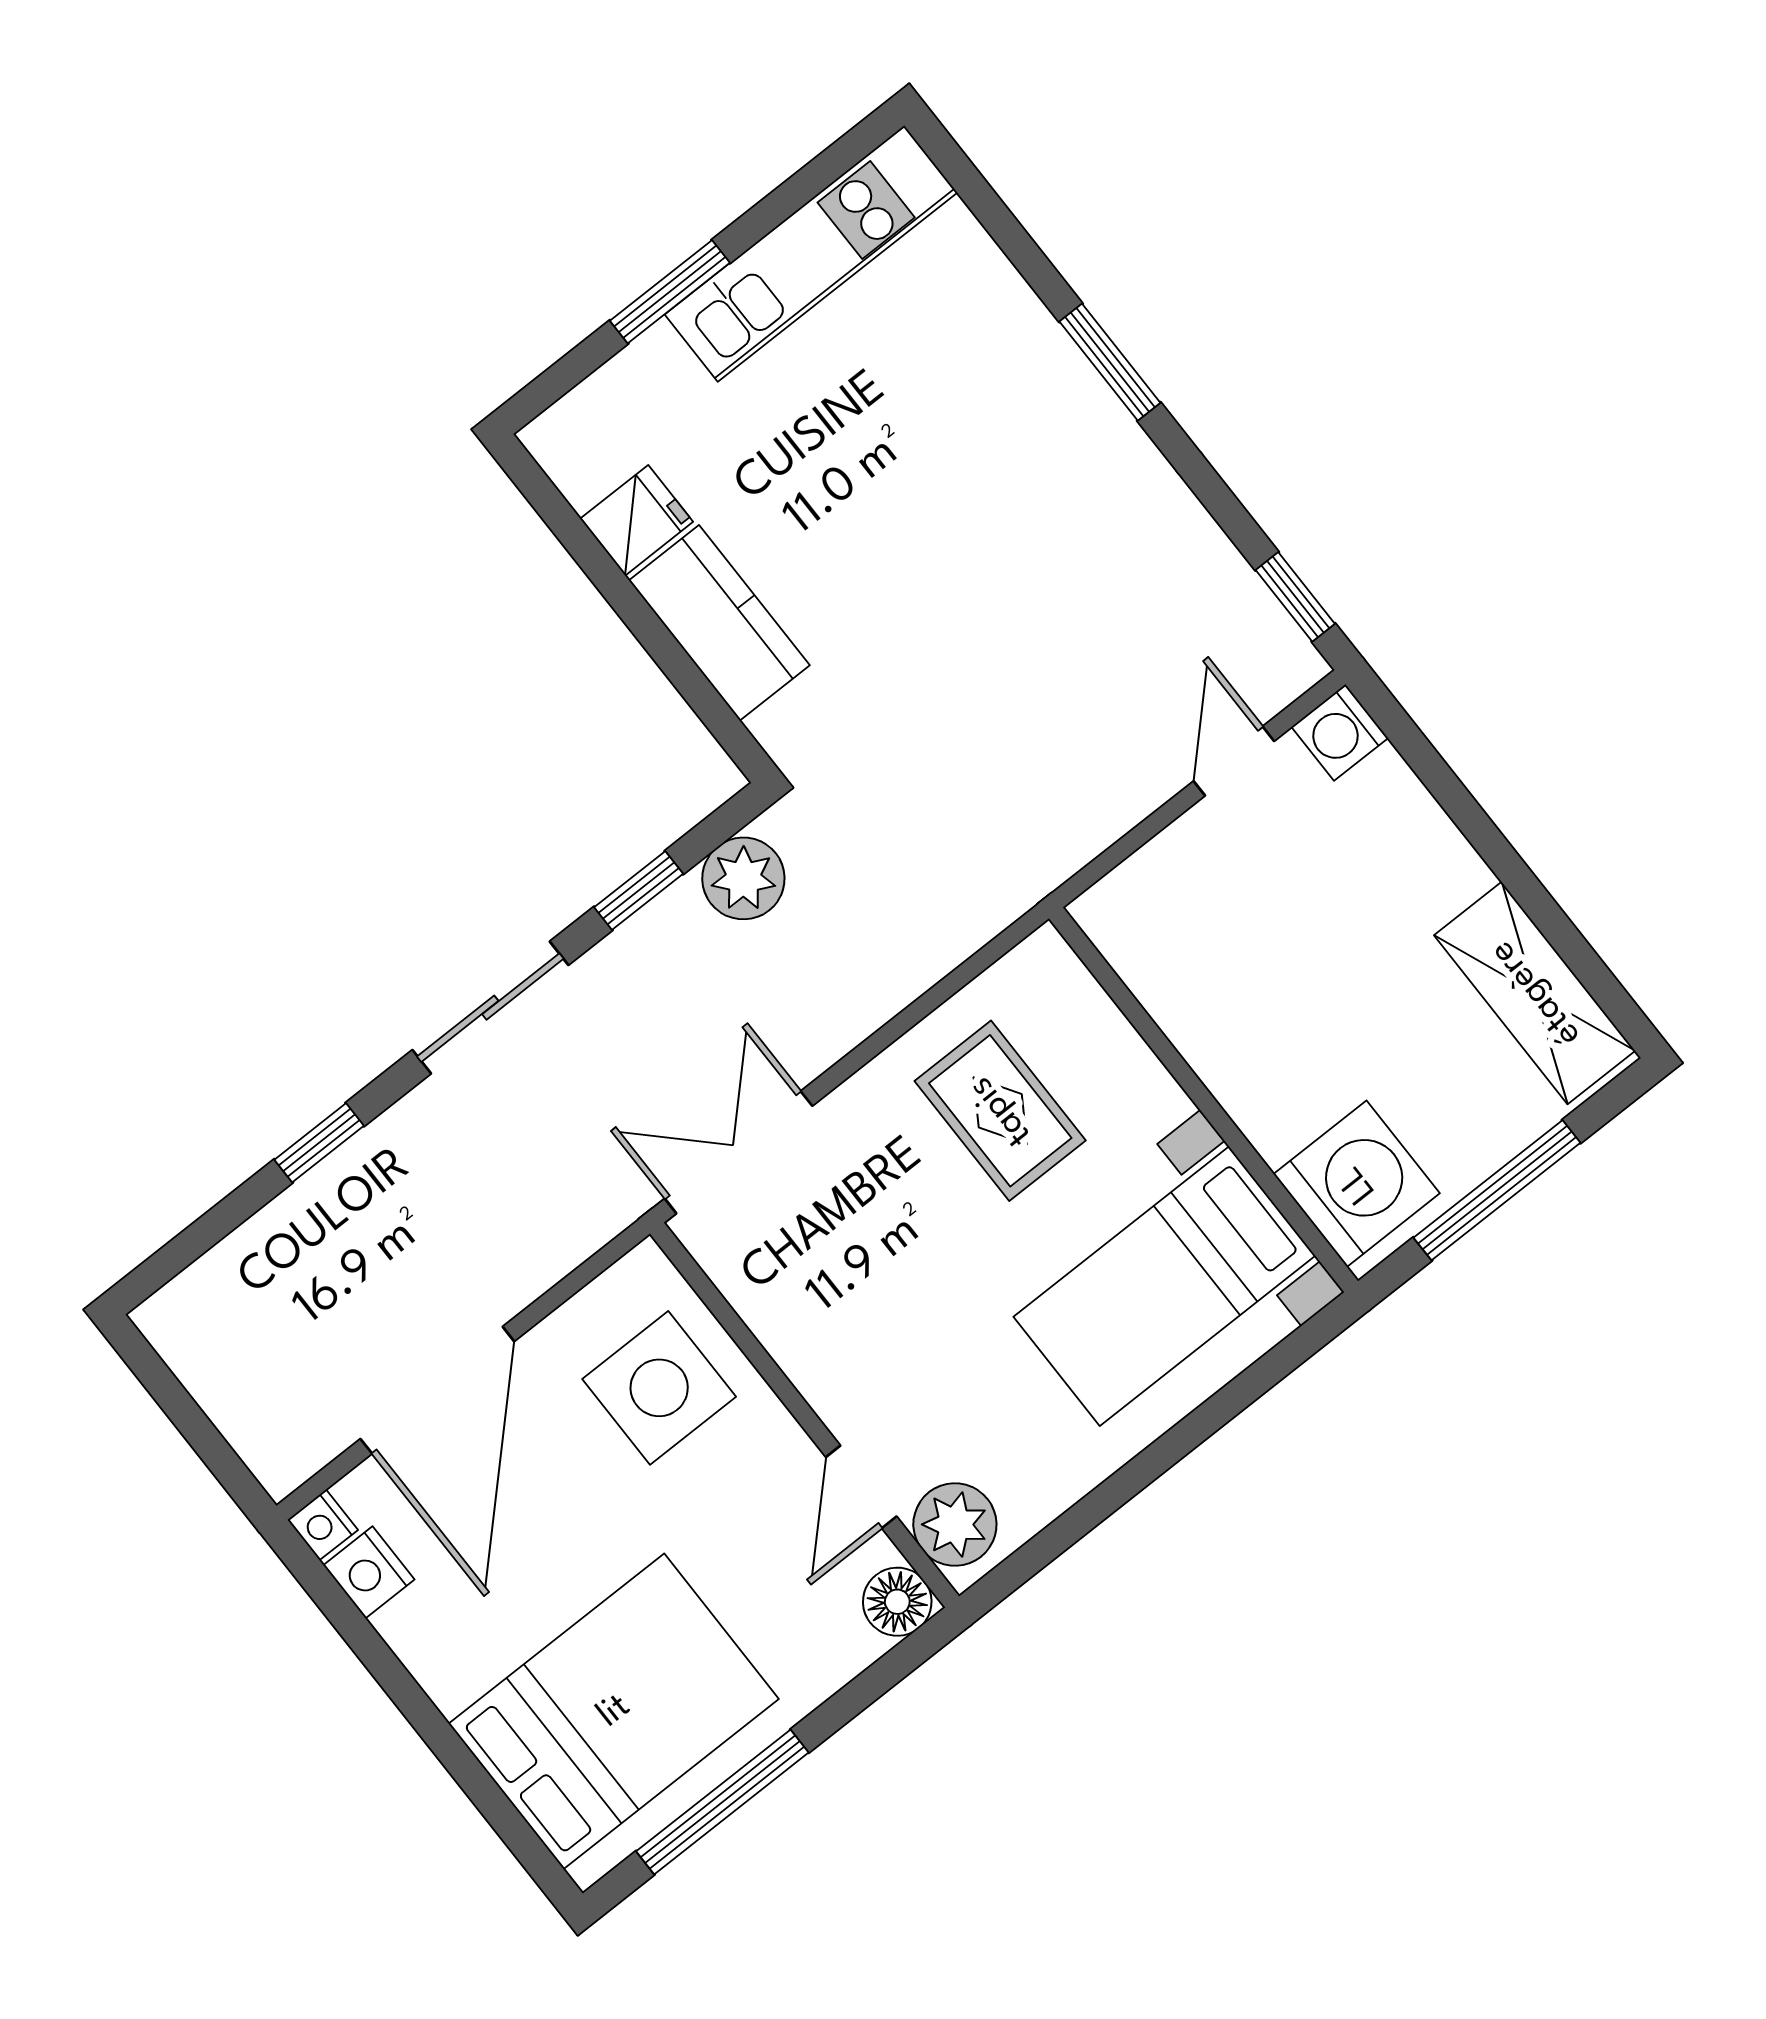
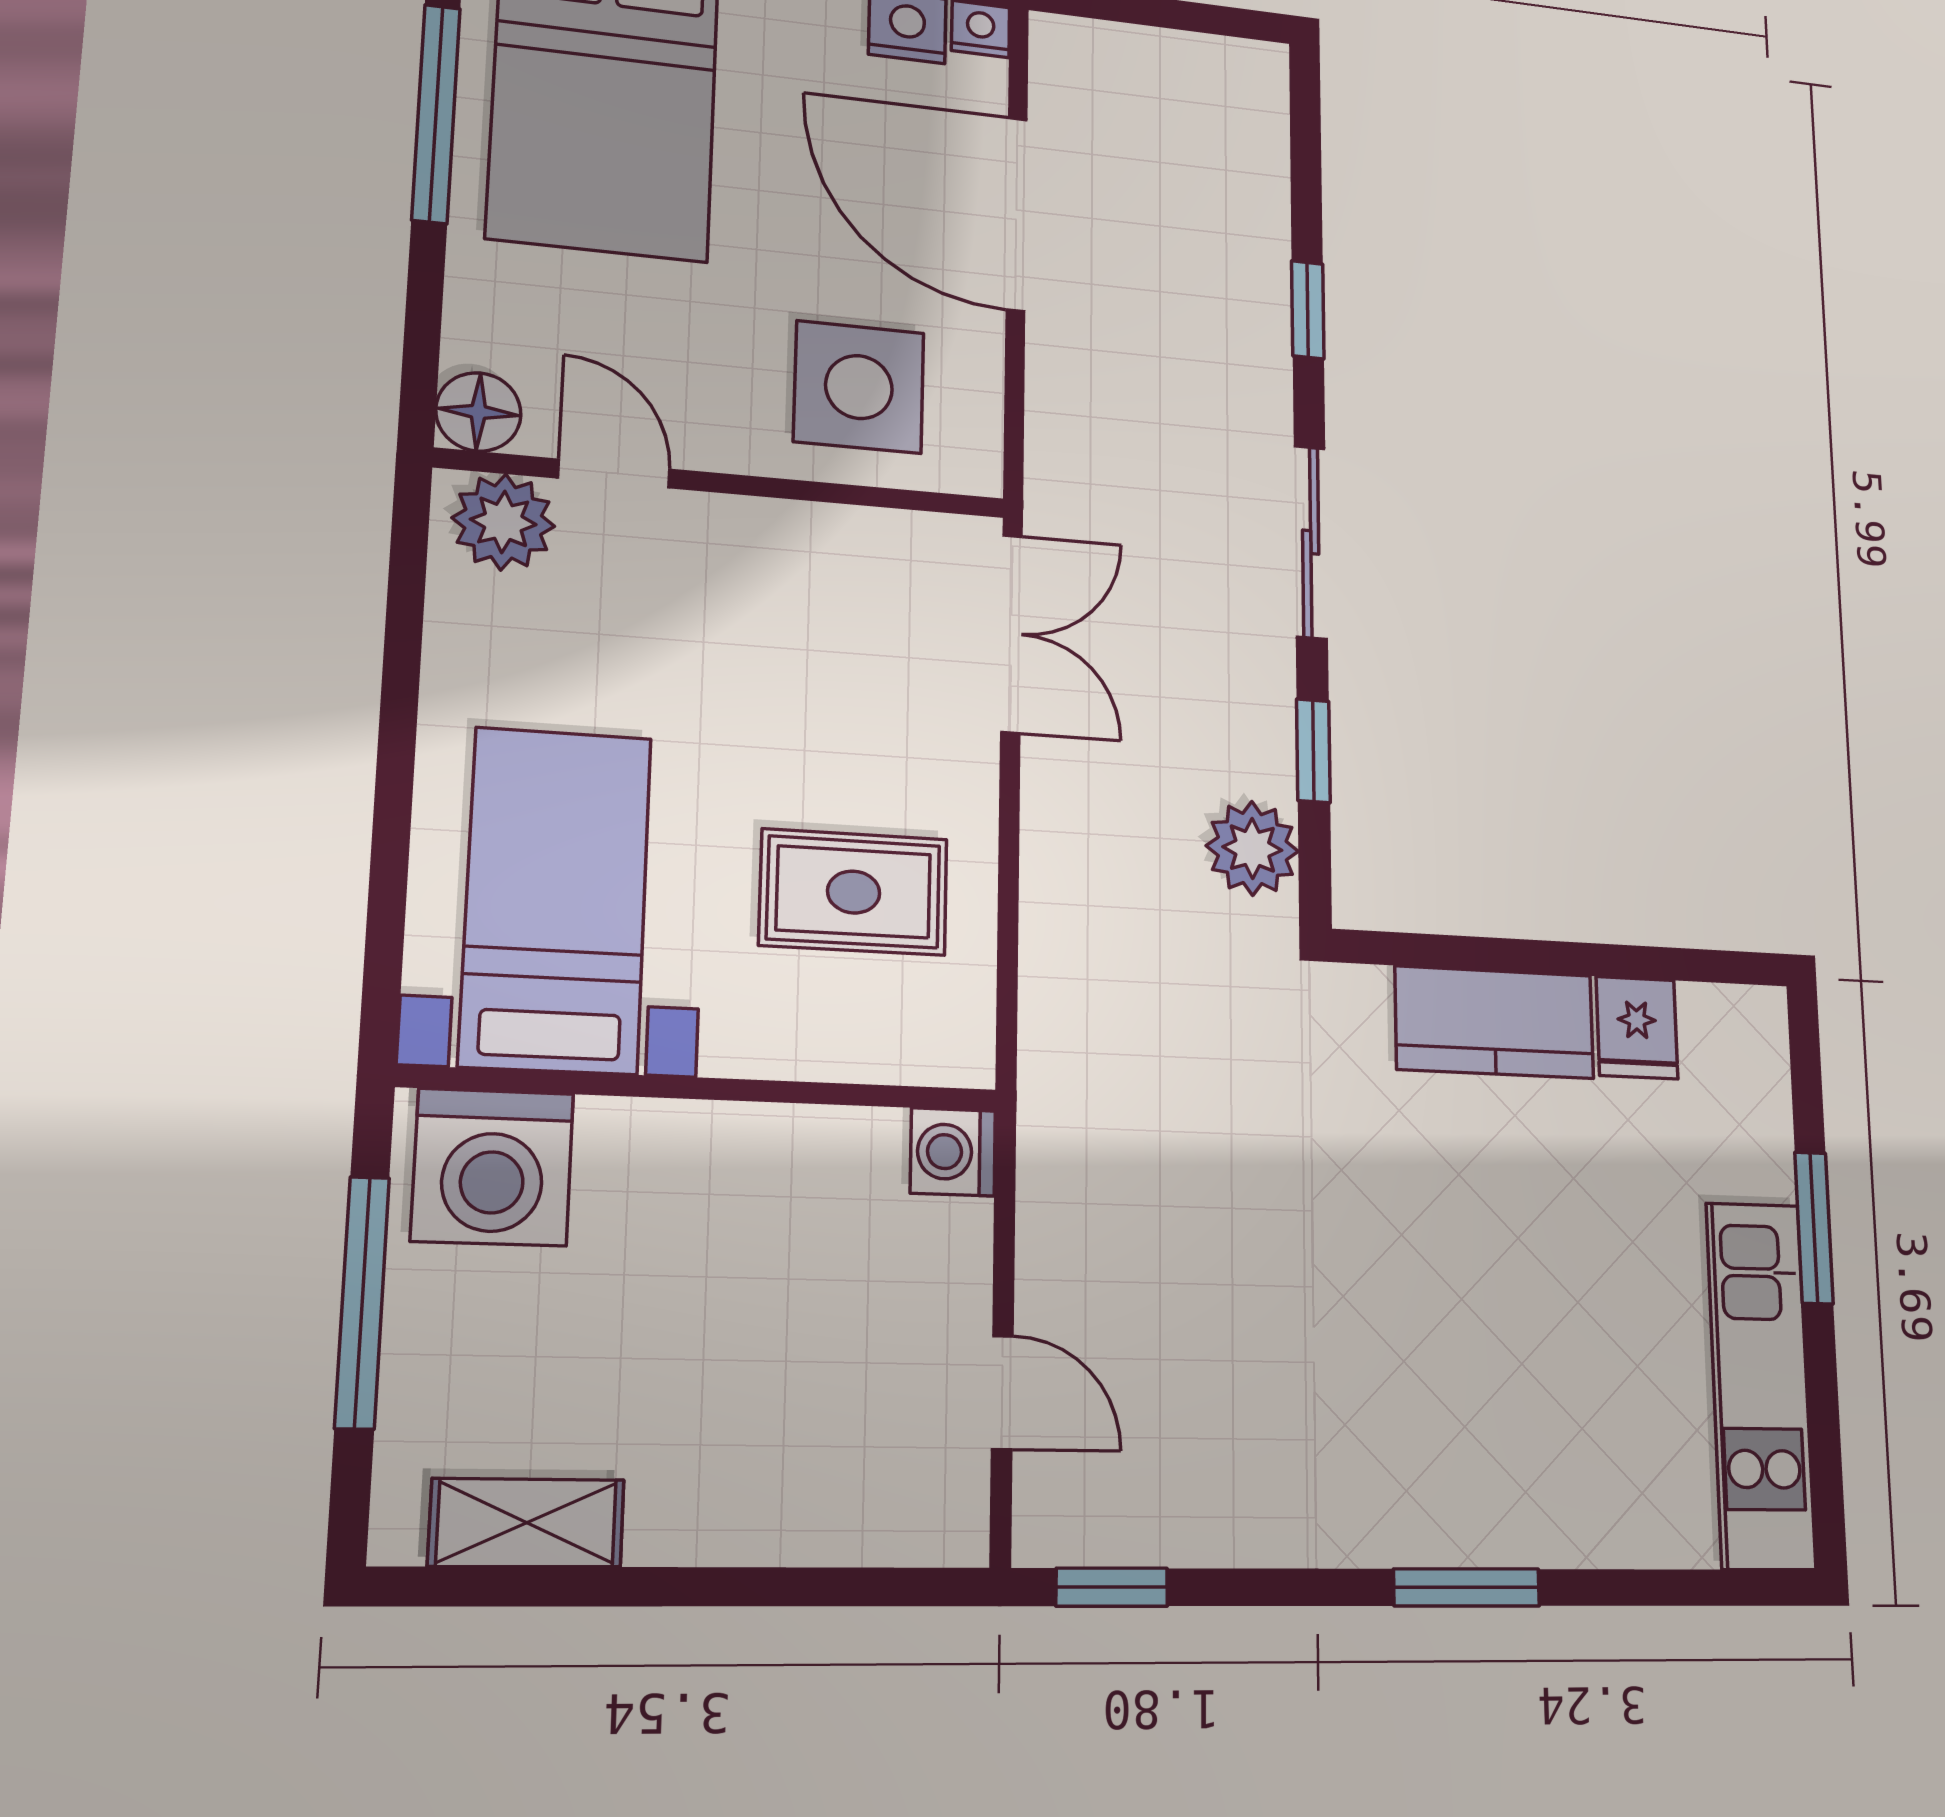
washing machine: (1340, 732) -> (953, 1152), moved, turned -90
shelving: (1535, 993) -> (526, 1523), width x0.67, depth x0.75

